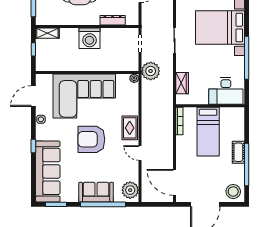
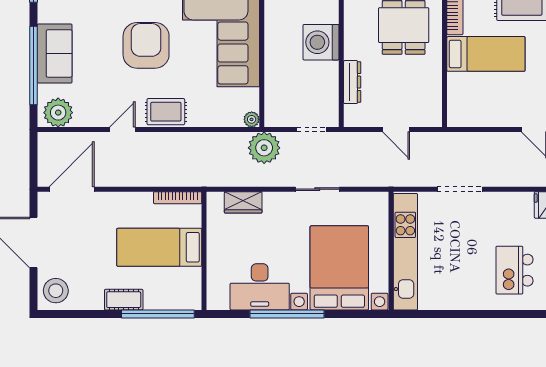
desk: (226, 91) -> (260, 287), moved, turned -90
window: (247, 165) -> (158, 314), moved

